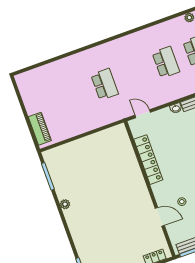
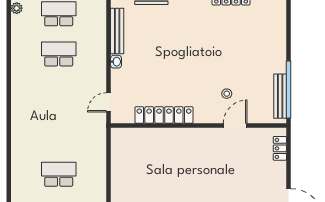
school desk: (105, 84) -> (59, 174), moved

